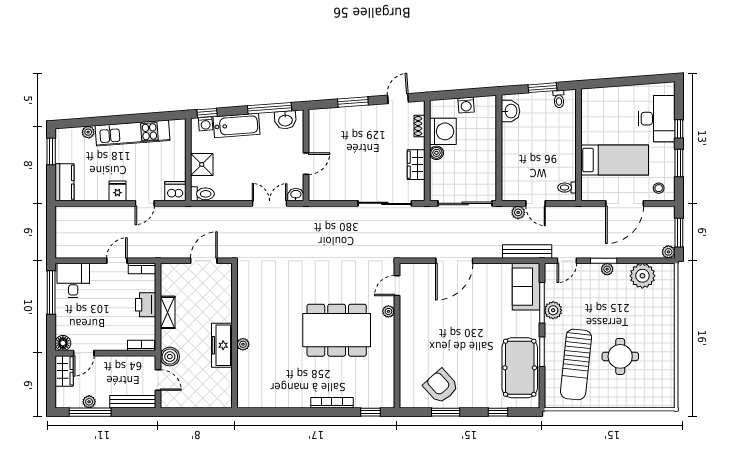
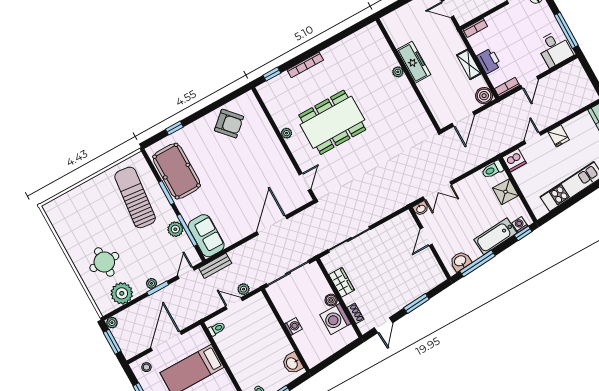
washing machine: (466, 105) -> (293, 326), moved, turned 94
bench: (527, 251) -> (215, 266), width x0.73
plant: (388, 311) -> (287, 133), moved
round table: (620, 356) -> (104, 262), moved
boiler: (170, 357) -> (484, 96), moved
window: (446, 412) -> (214, 106), removed

